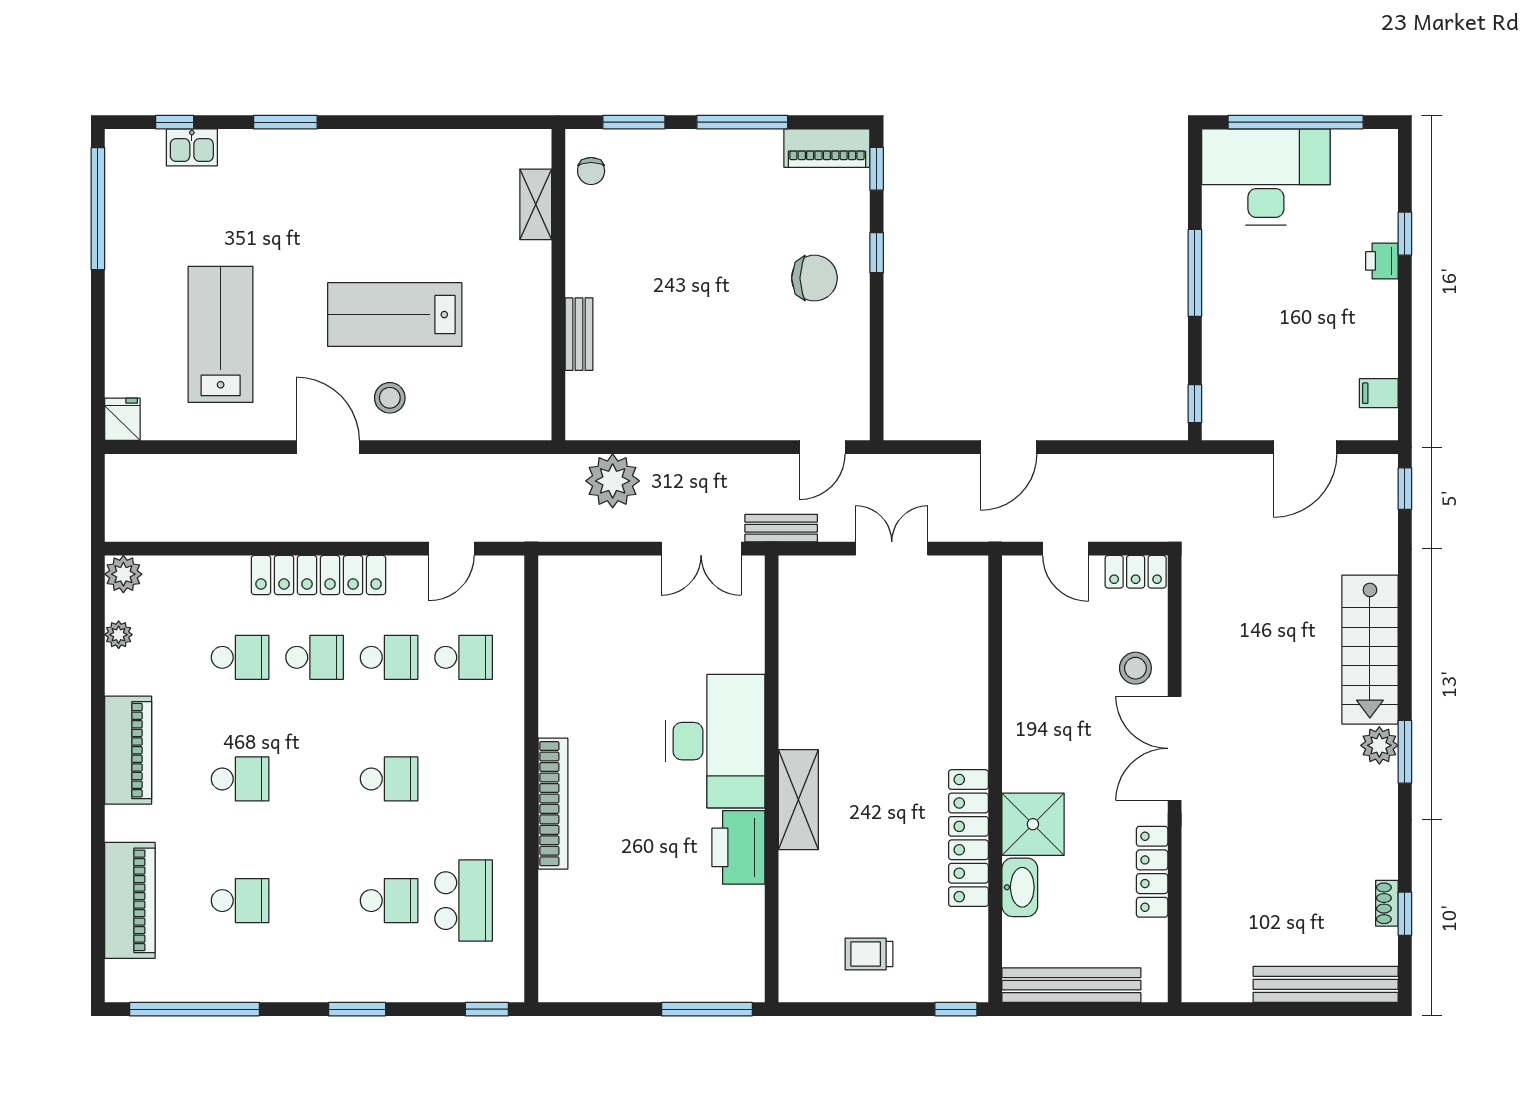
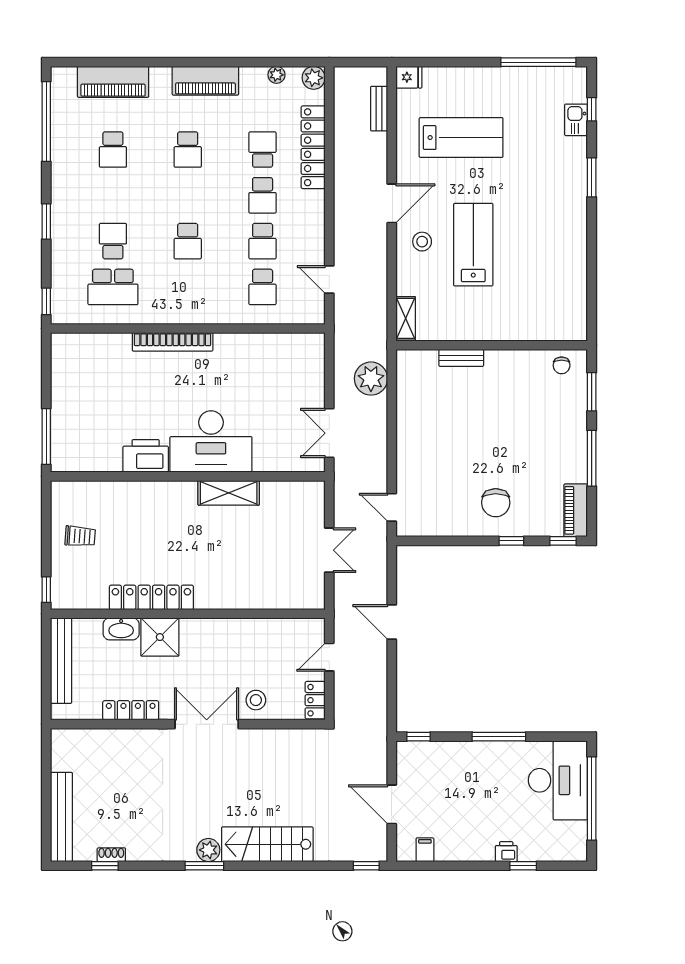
chair: (591, 171) -> (562, 365), turned -90
shelving: (536, 204) -> (406, 318), moved, turned 90
bench: (781, 528) -> (379, 109), moved
locker: (319, 575) -> (313, 147), moved
school desk: (240, 657) -> (263, 150), turned 180
shelving: (798, 800) -> (229, 493), moved
school desk: (389, 901) -> (113, 241), turned 180
trolley: (869, 954) -> (80, 536), turned 94

